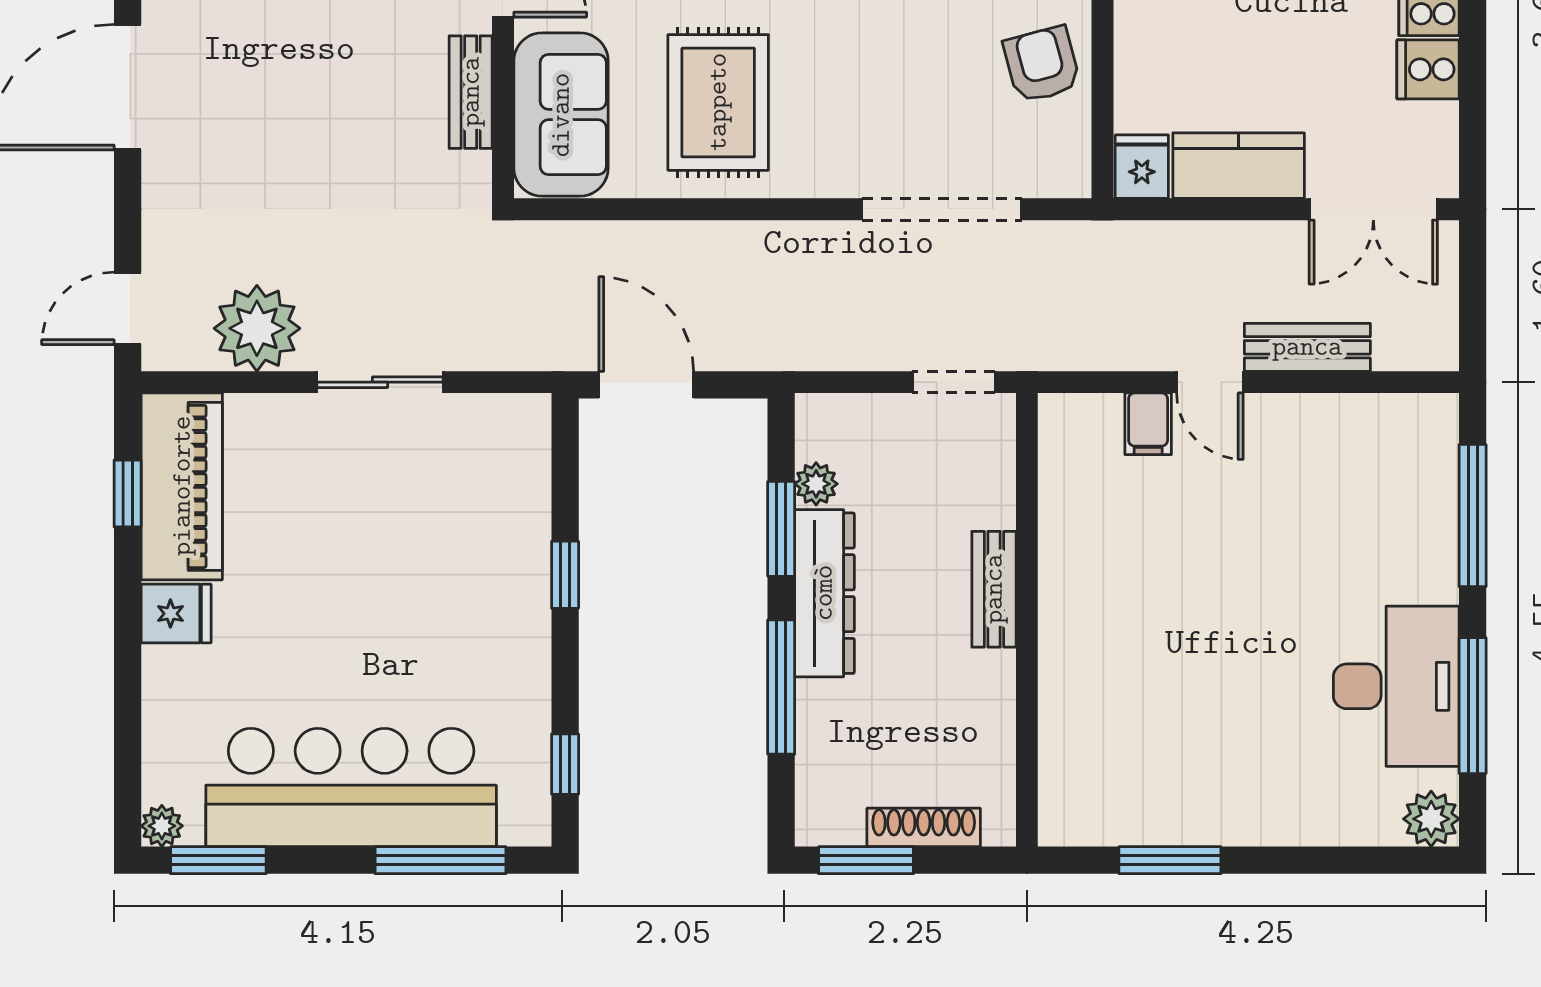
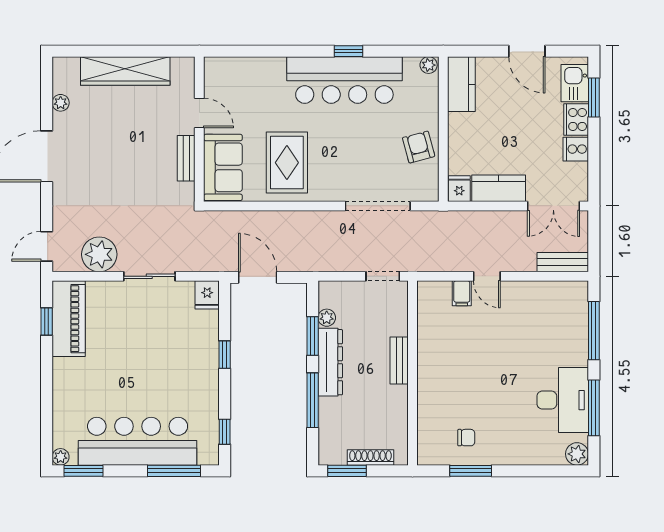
bench: (1307, 347) -> (563, 262), moved
fridge: (176, 614) -> (207, 295), moved, turned 90
chair: (1159, 779) -> (466, 438), added

